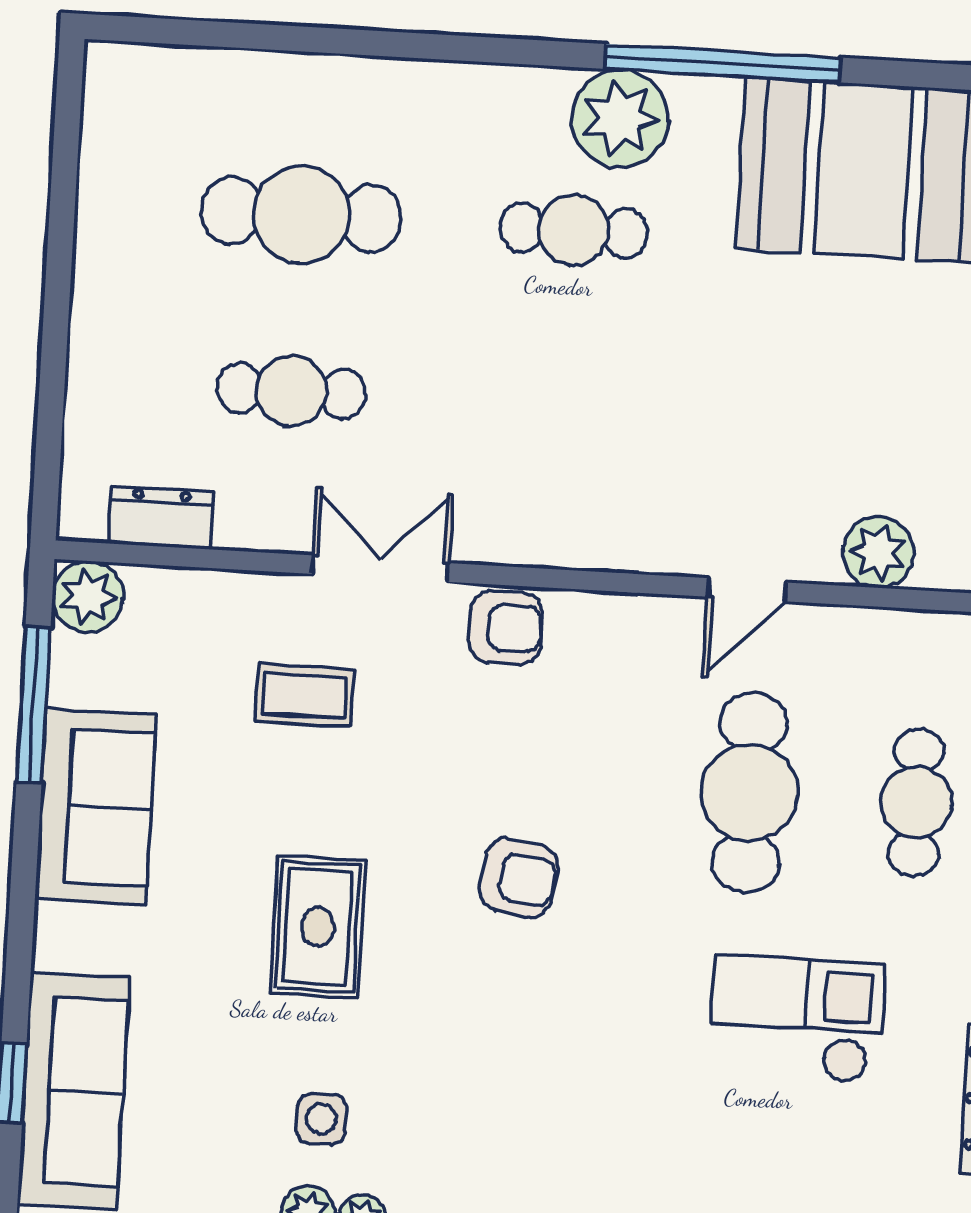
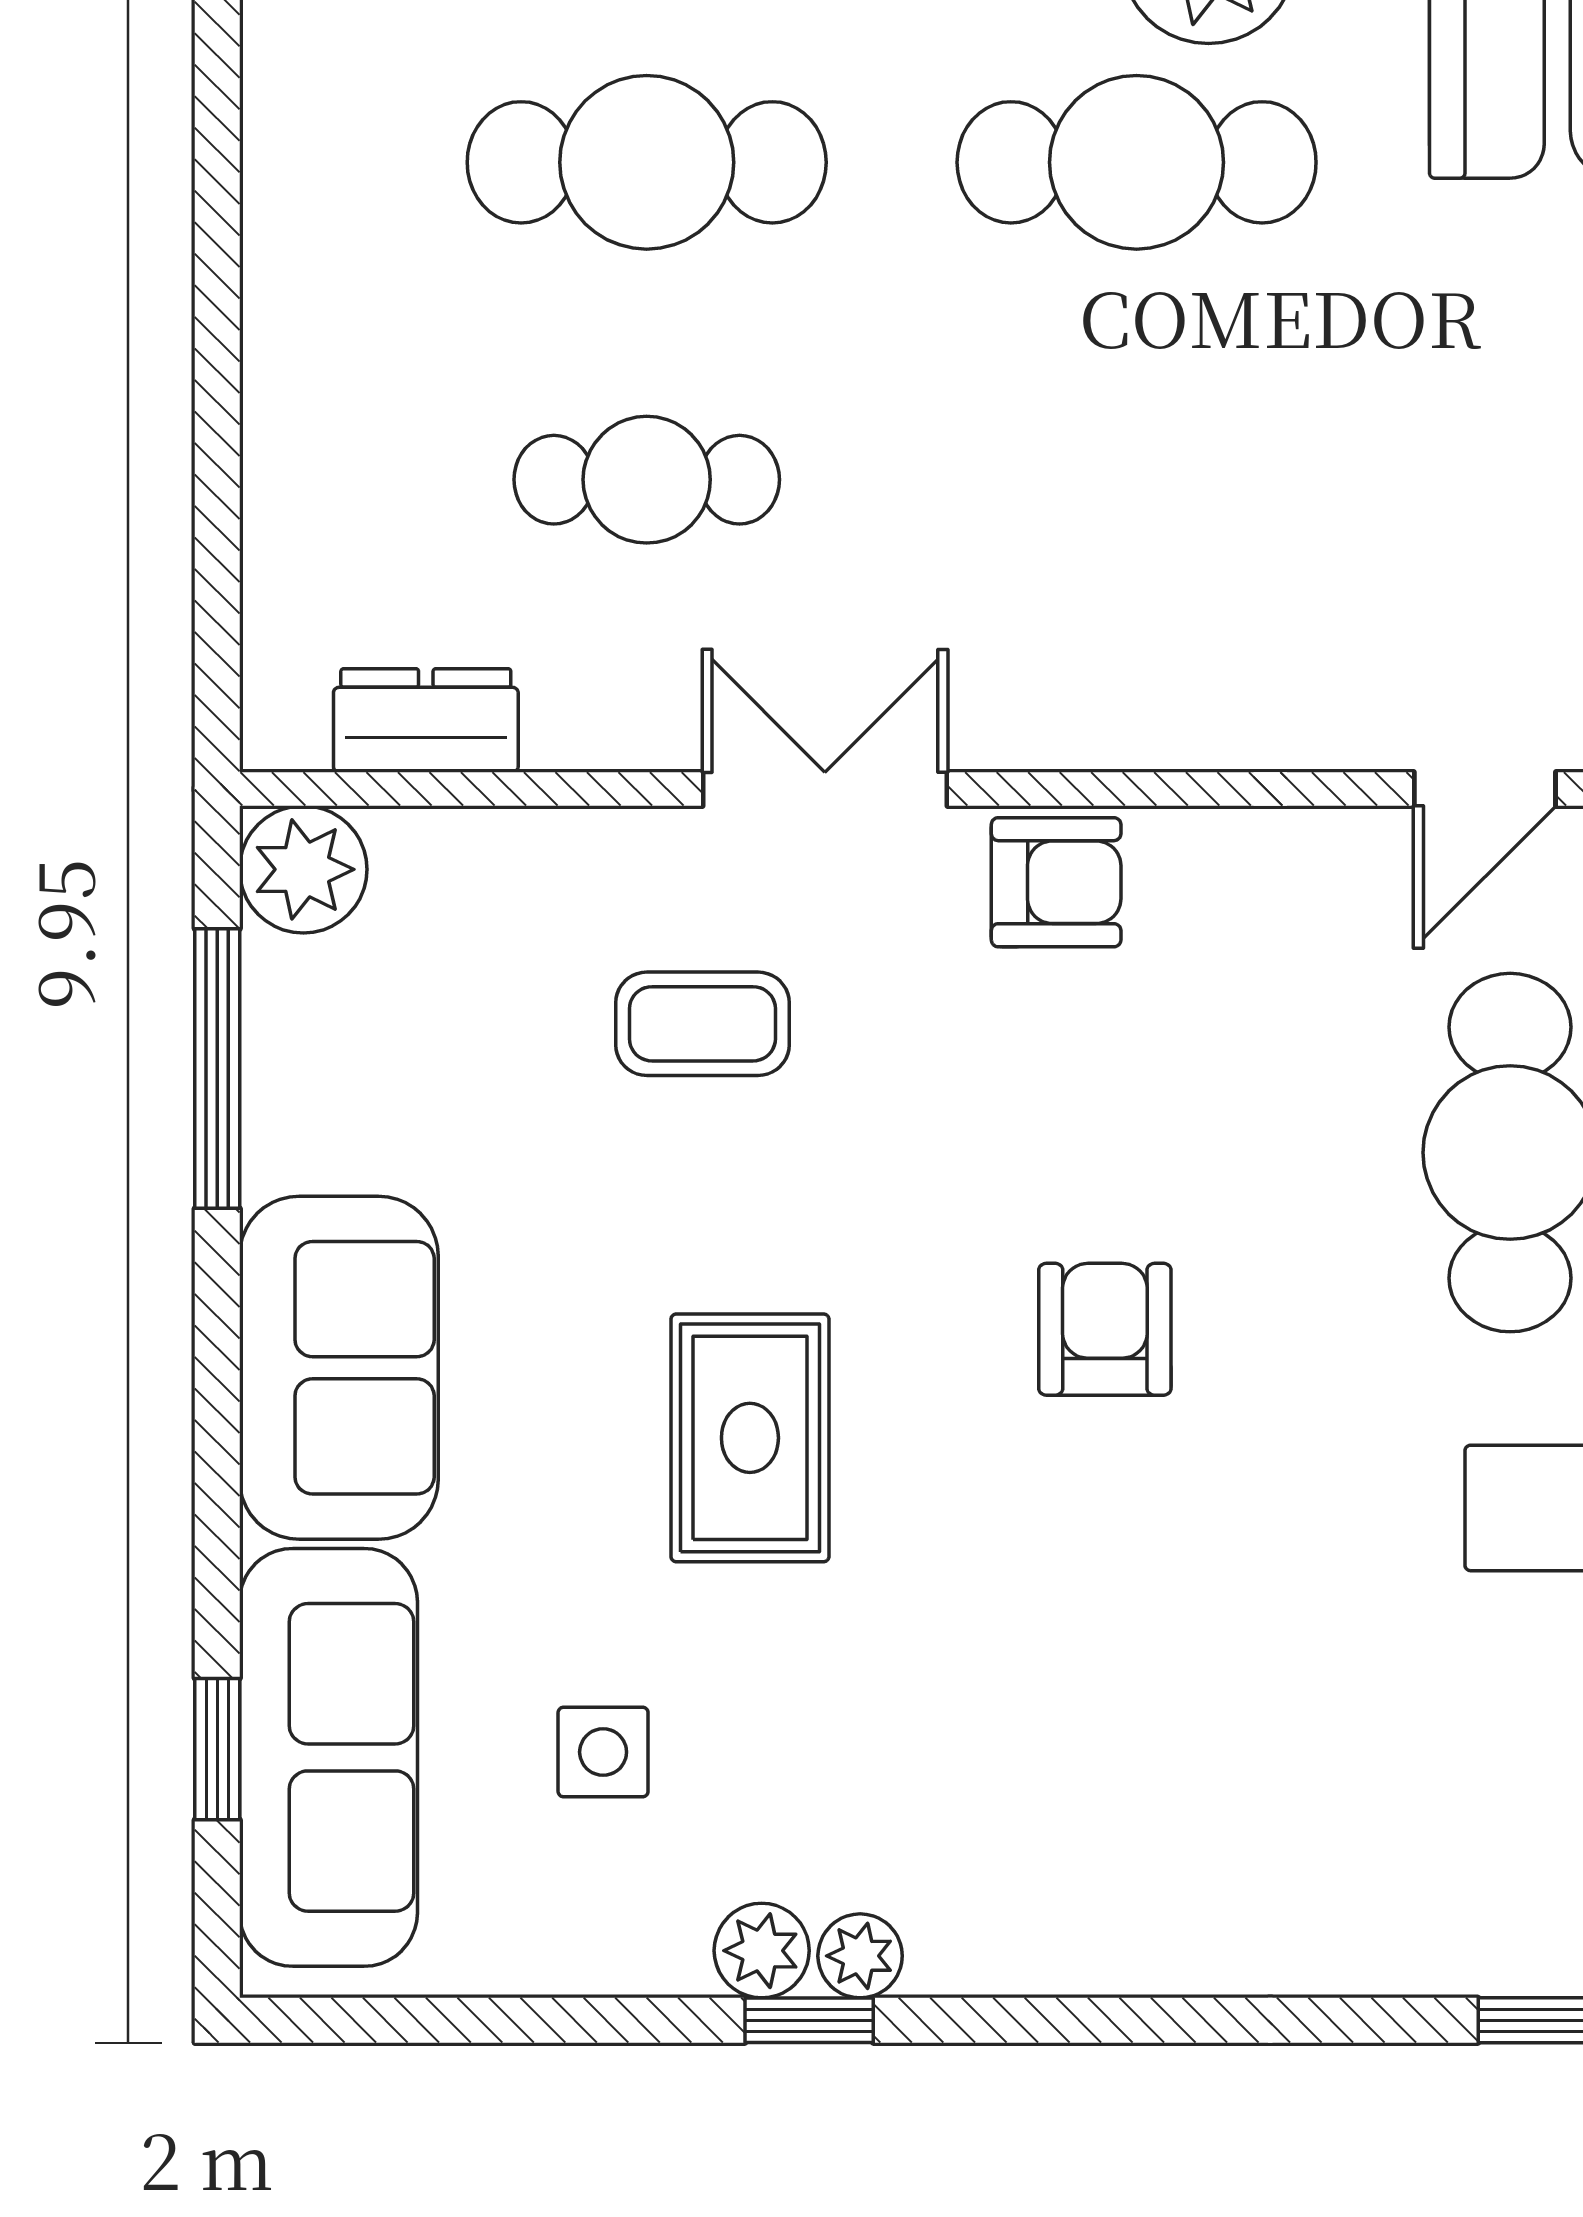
cafe table: (574, 230) -> (1137, 162), width x1.37, depth x1.35
sofa: (95, 806) -> (339, 1368), moved
armchair: (519, 878) -> (1105, 1329), turned -99
side table: (321, 1119) -> (603, 1752), moved

